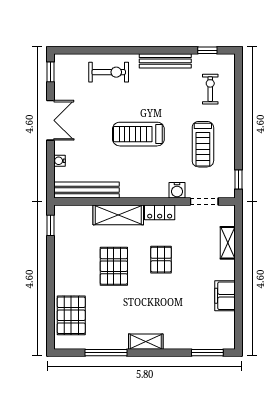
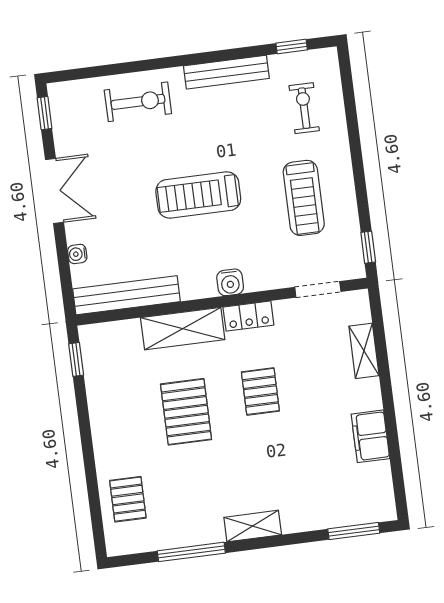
water cooler: (177, 190) -> (230, 282), moved
pallet: (71, 315) -> (128, 499), width x0.67, depth x0.71

